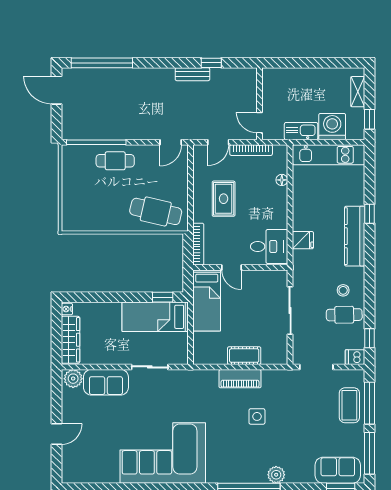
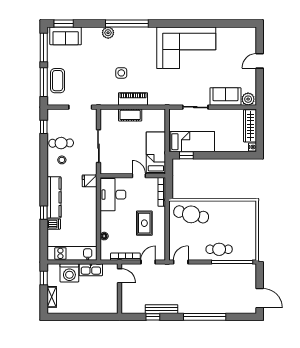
window: (102, 63) -> (205, 317), moved
bench: (192, 74) -> (161, 309), width x1.36
fridge: (303, 240) -> (90, 181), moved
desk: (269, 246) -> (113, 195), width x1.37
dishwasher: (355, 357) -> (54, 224), moved

